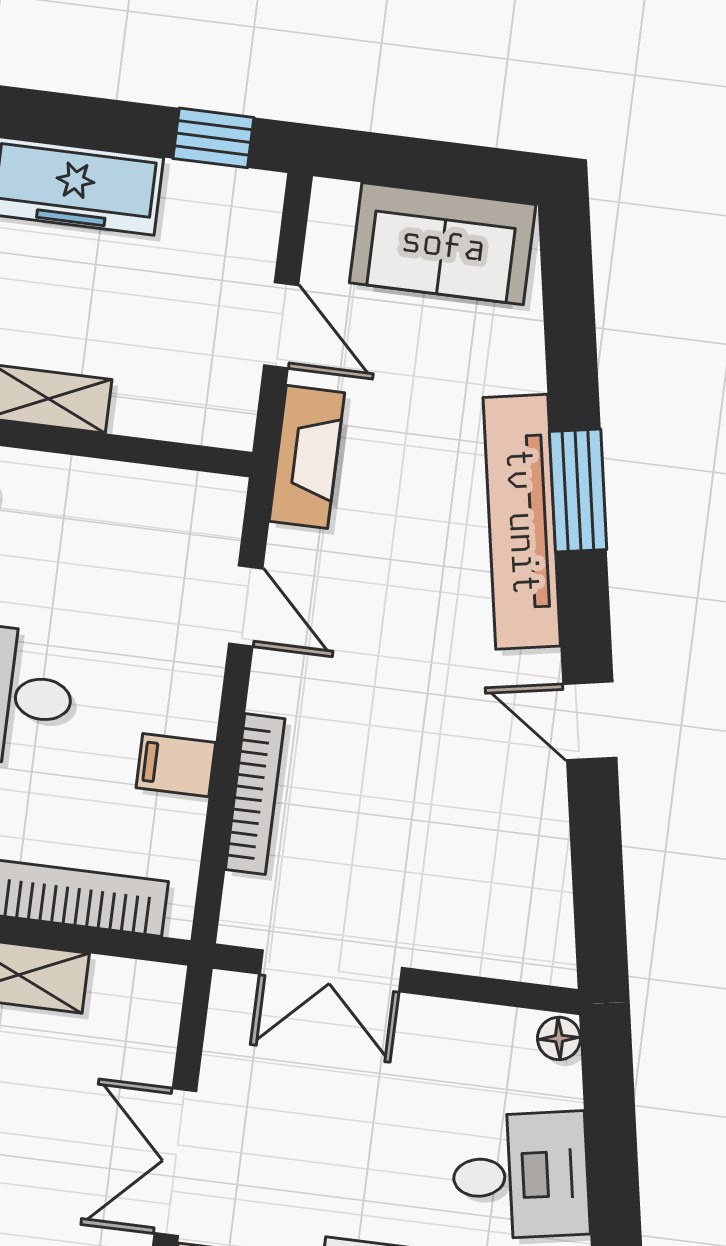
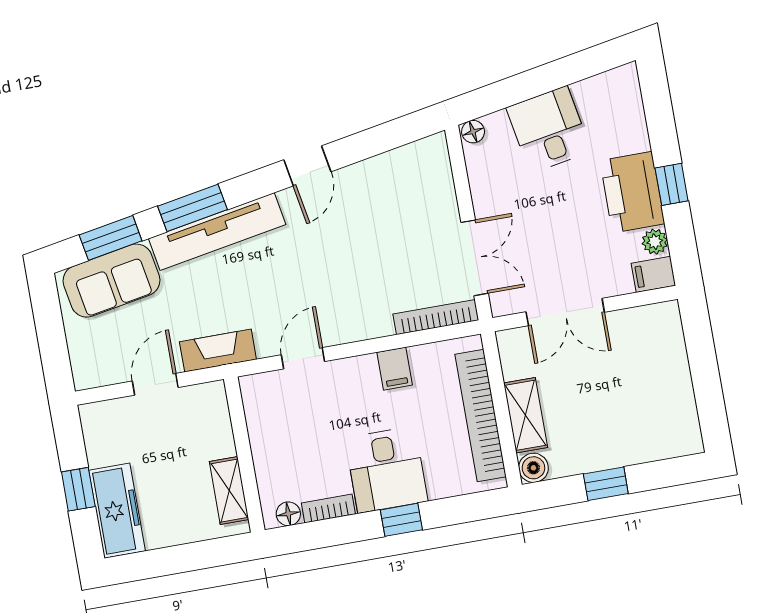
window: (213, 138) -> (78, 489), moved
sofa: (443, 244) -> (112, 281), moved, turned 80
window: (570, 326) -> (111, 238), added
bookcase: (255, 794) -> (436, 317), moved
double door: (175, 1162) -> (565, 312), moved

